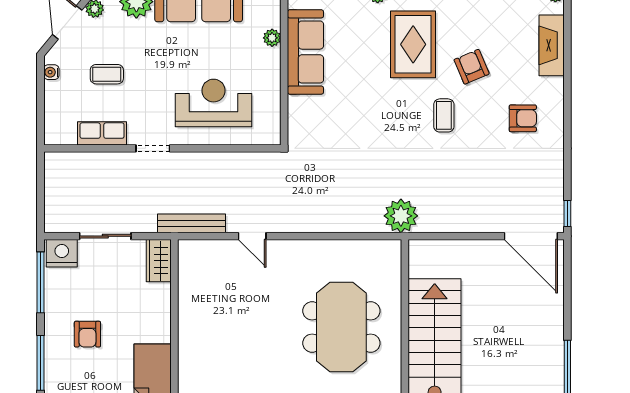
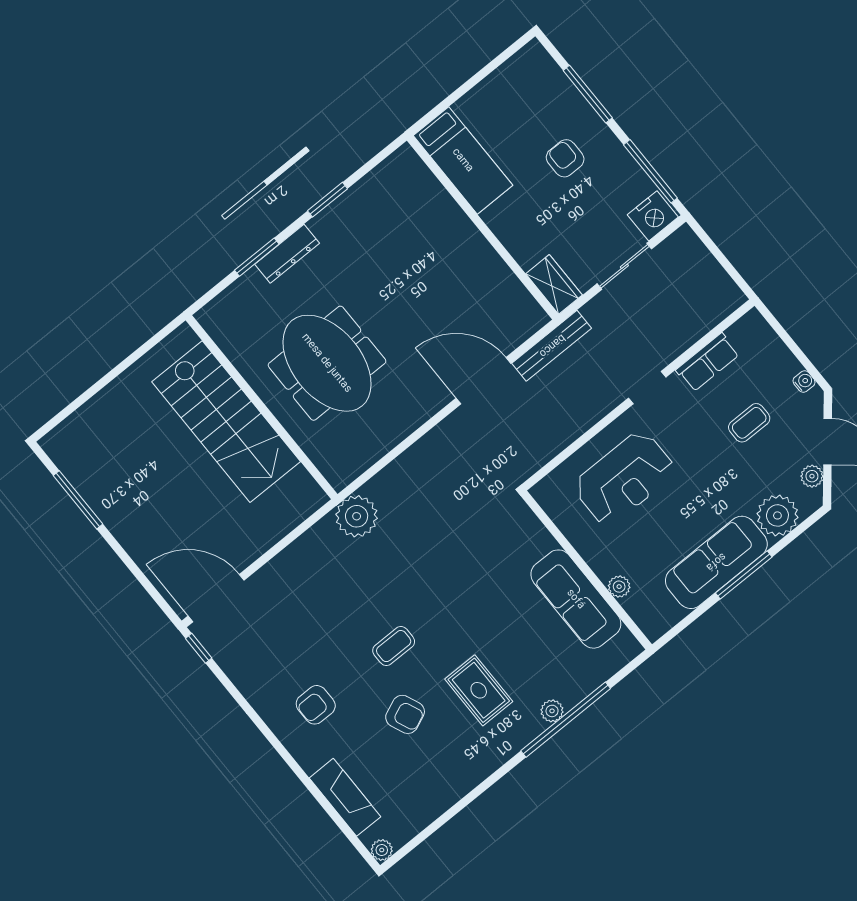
rug: (413, 44) -> (479, 690), width x0.73, depth x0.70
coffee table: (444, 115) -> (394, 646), turned 90
door: (252, 236) -> (484, 381), width x1.88

